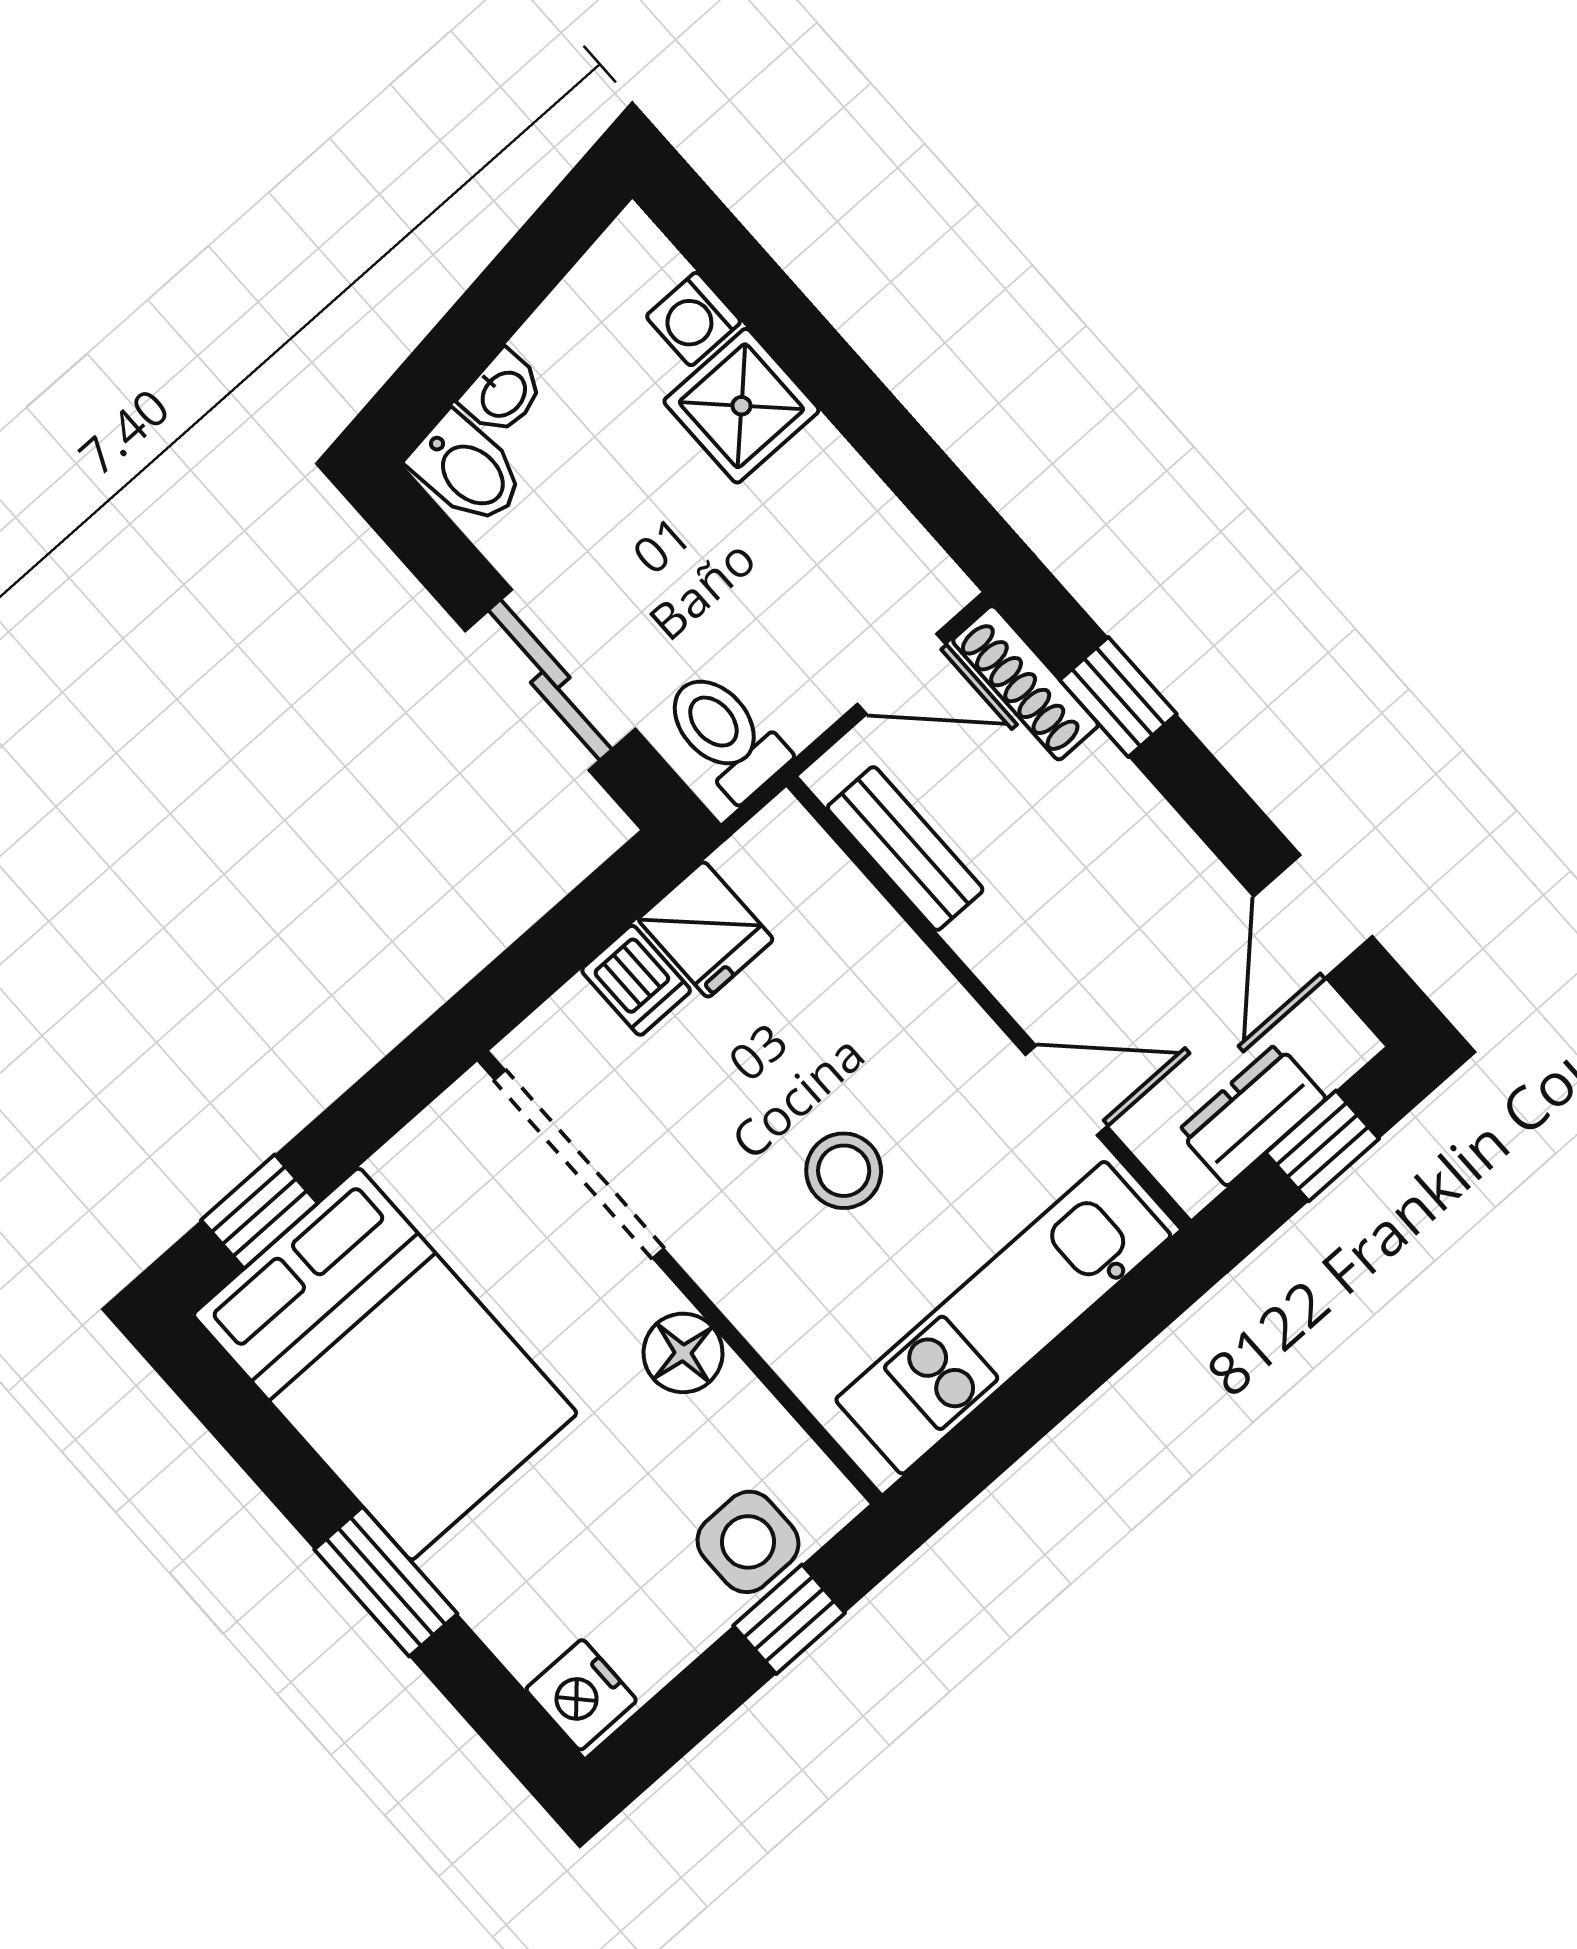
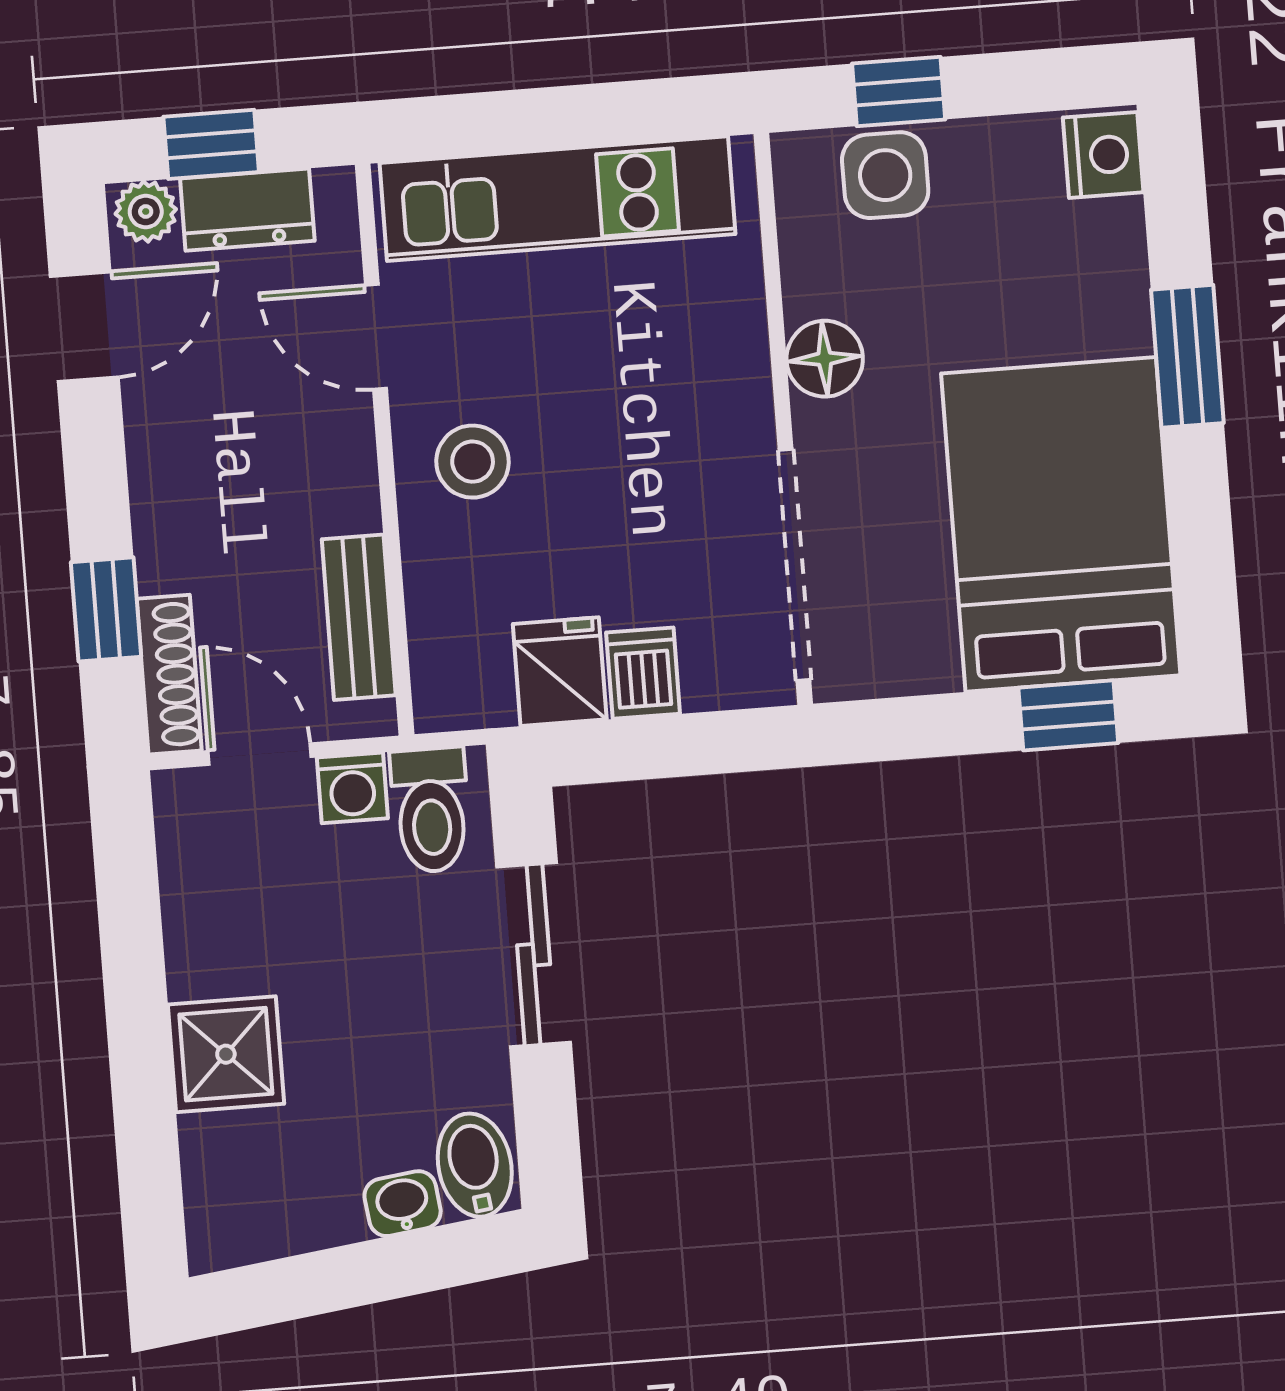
washing machine: (694, 319) -> (352, 788), moved, turned 90
plant: (1334, 1050) -> (146, 212), added
stool: (844, 1171) -> (473, 462), moved

